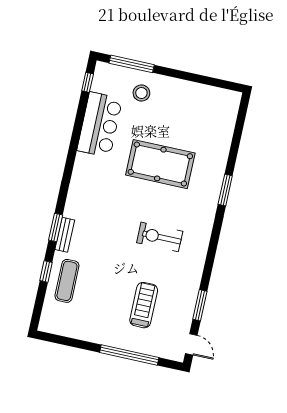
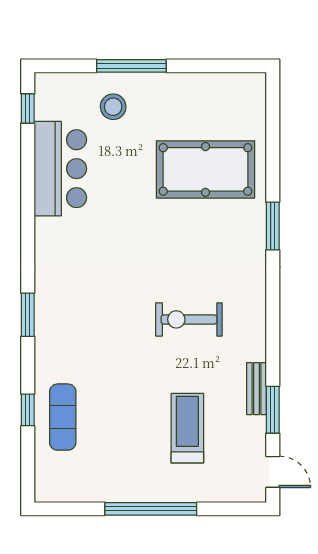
window: (132, 64) -> (131, 66), moved
pool table: (160, 164) -> (205, 169), moved
window: (56, 227) -> (28, 315), moved
bench: (65, 235) -> (256, 389), moved
window: (129, 355) -> (151, 509), moved

